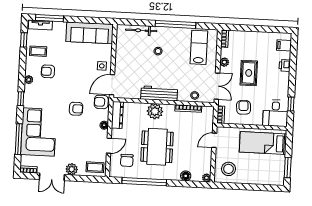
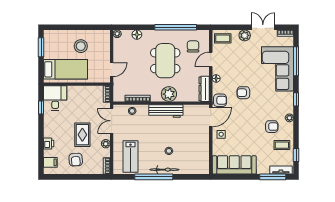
bicycle: (141, 30) -> (164, 170), moved
armchair: (244, 107) -> (76, 160), moved
stool: (228, 169) -> (81, 46), moved

